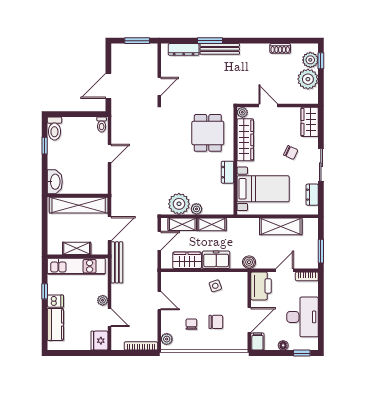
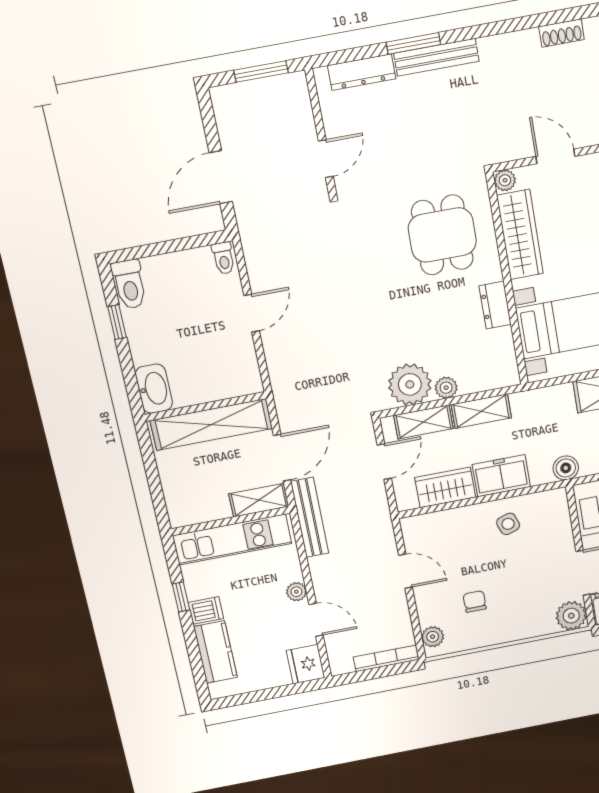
shelving: (77, 248) -> (259, 500), moved
chair: (216, 322) -> (520, 589), removed
plant: (240, 342) -> (571, 616), added

